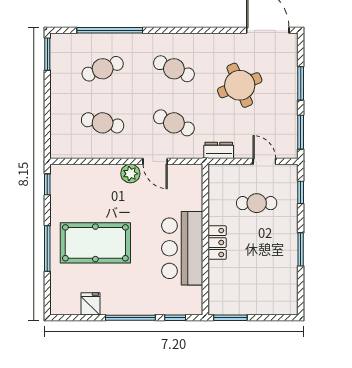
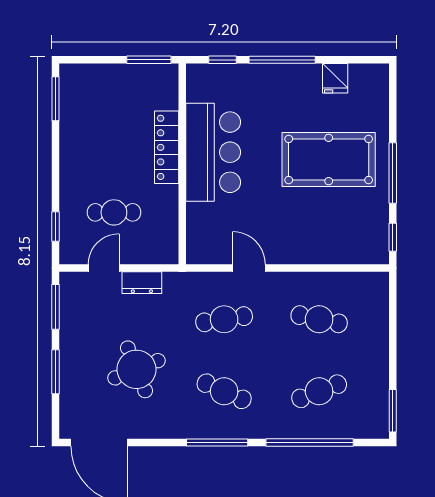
window: (179, 30) -> (217, 443), added
cafe table: (174, 123) -> (224, 319), turned -33
dresser: (219, 150) -> (142, 283), moved
door: (264, 161) -> (104, 268), swing flipped
plant: (130, 174) -> (282, 252), removed
locker: (217, 243) -> (167, 147), width x1.53
window: (47, 249) -> (393, 173), moved
window: (301, 249) -> (55, 99), moved

